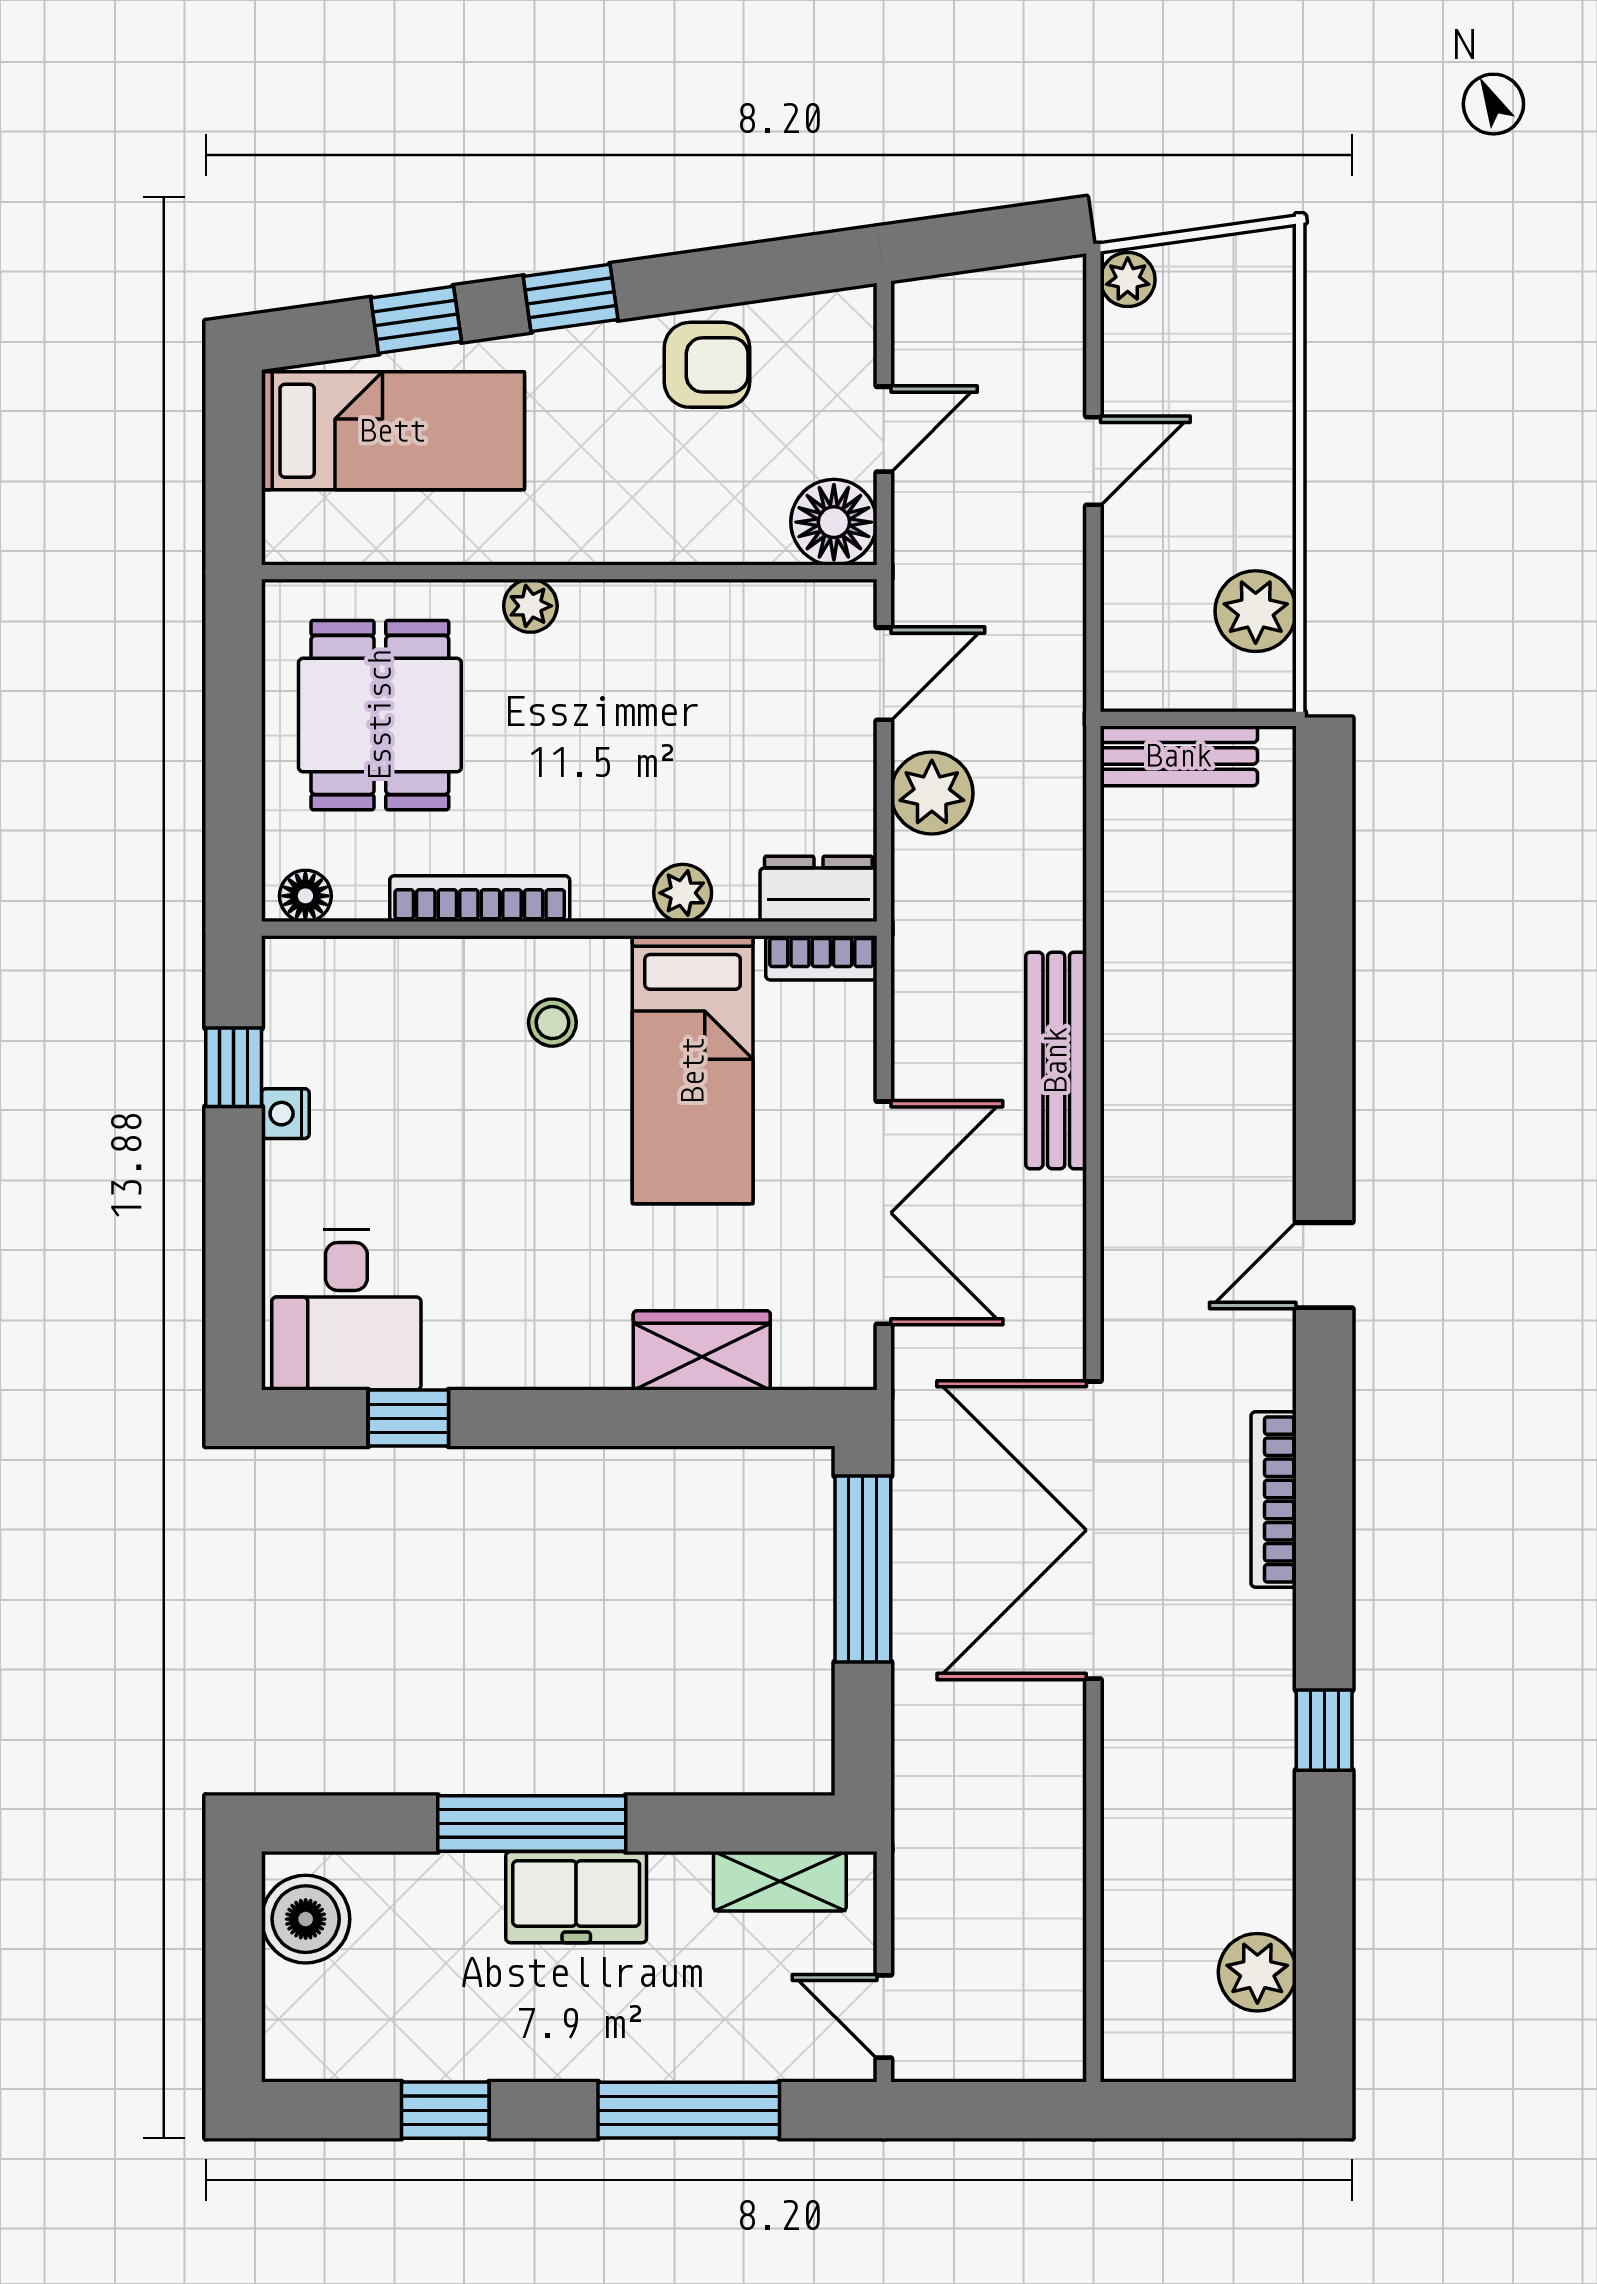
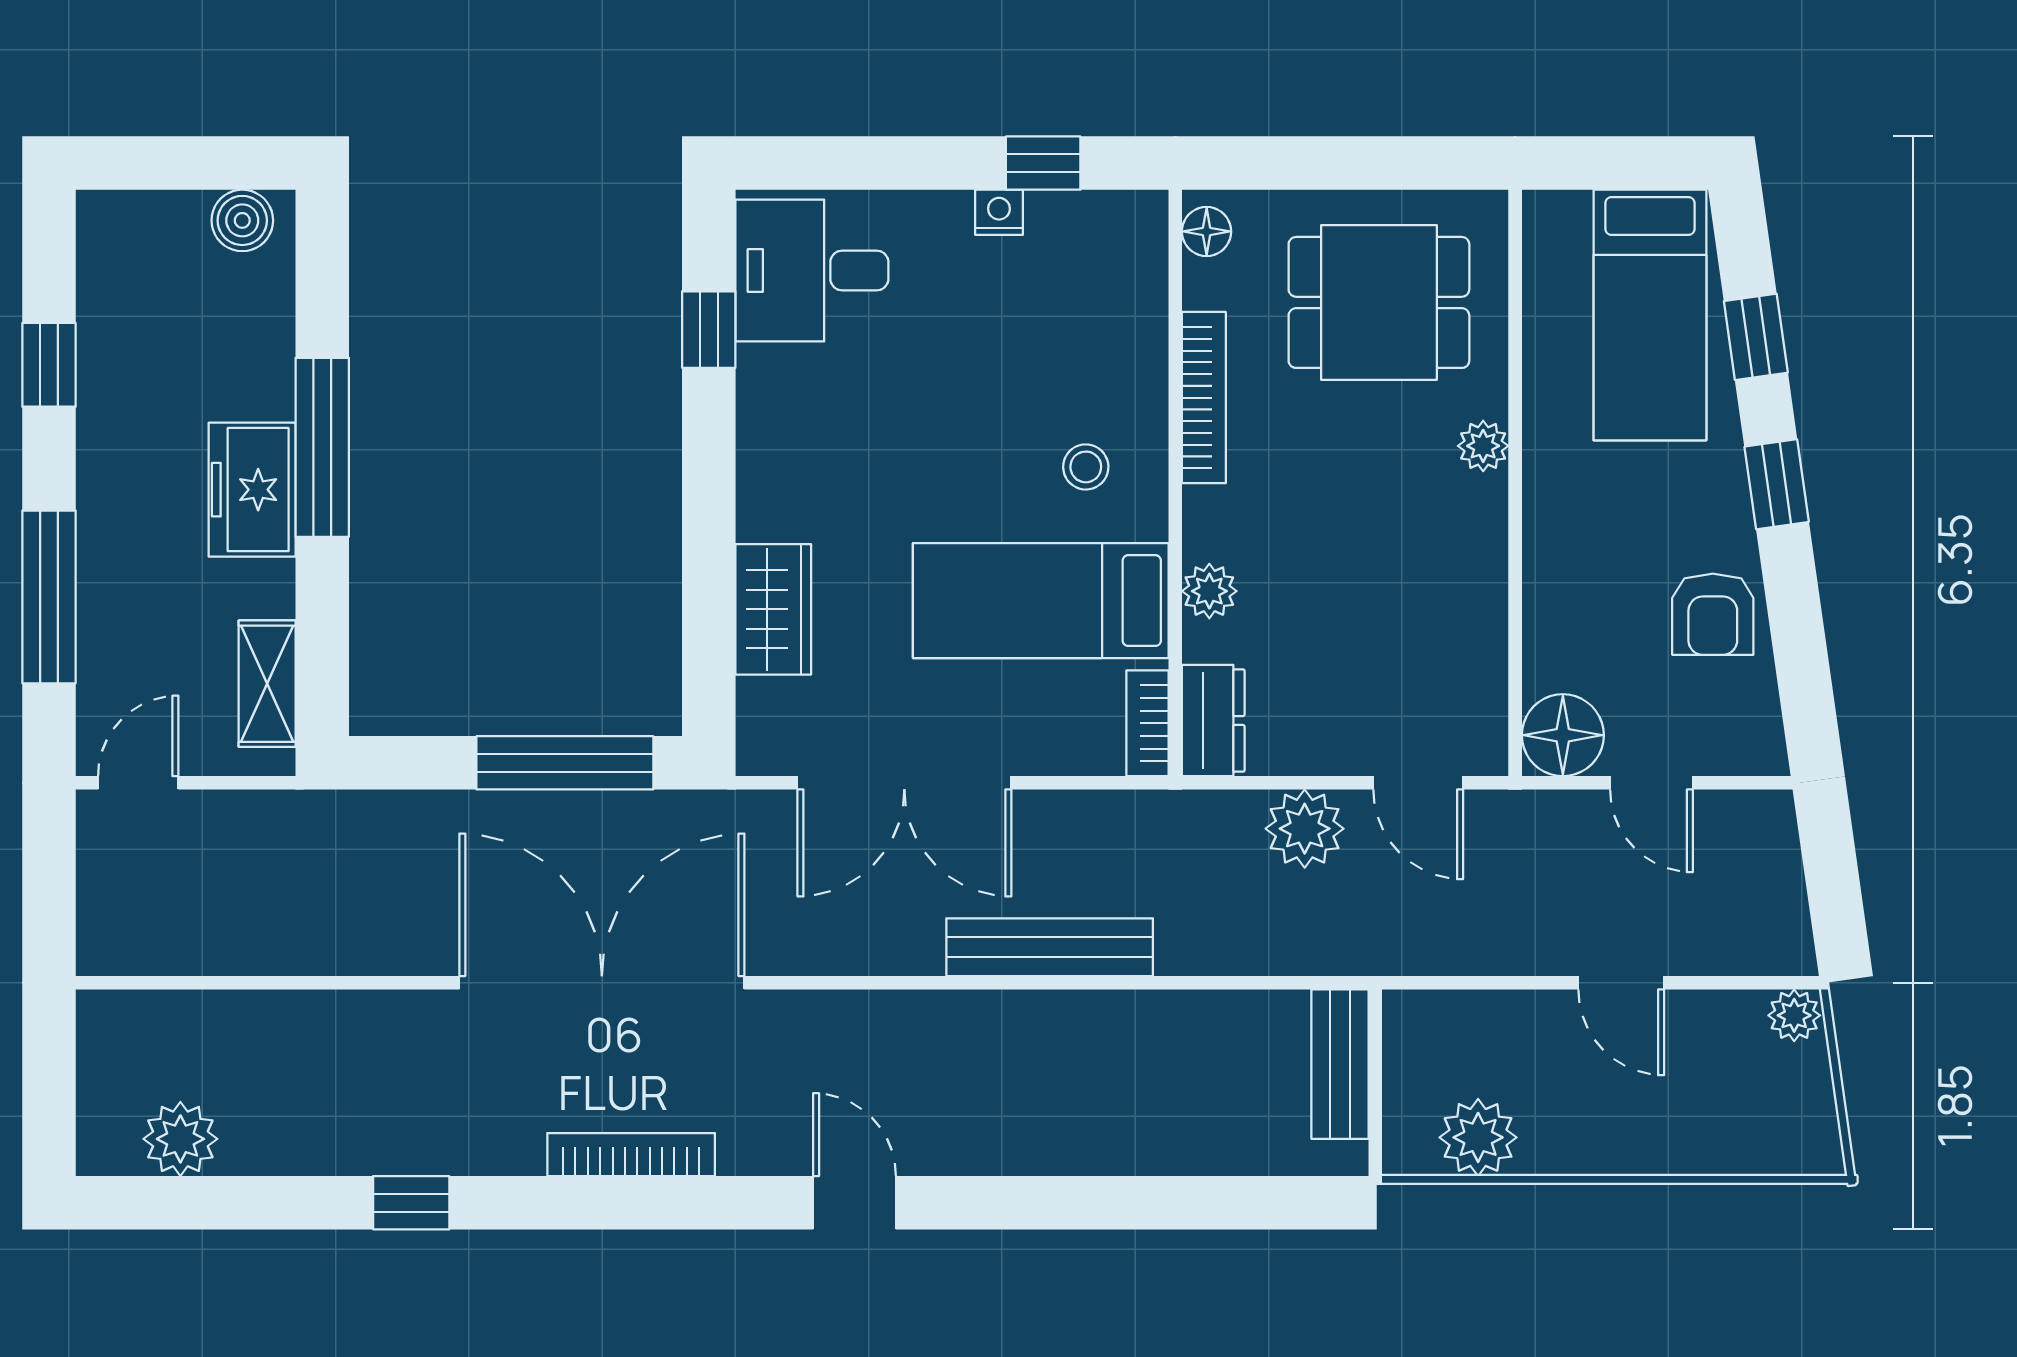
boiler: (306, 1919) -> (242, 220), width x0.73, depth x0.73

